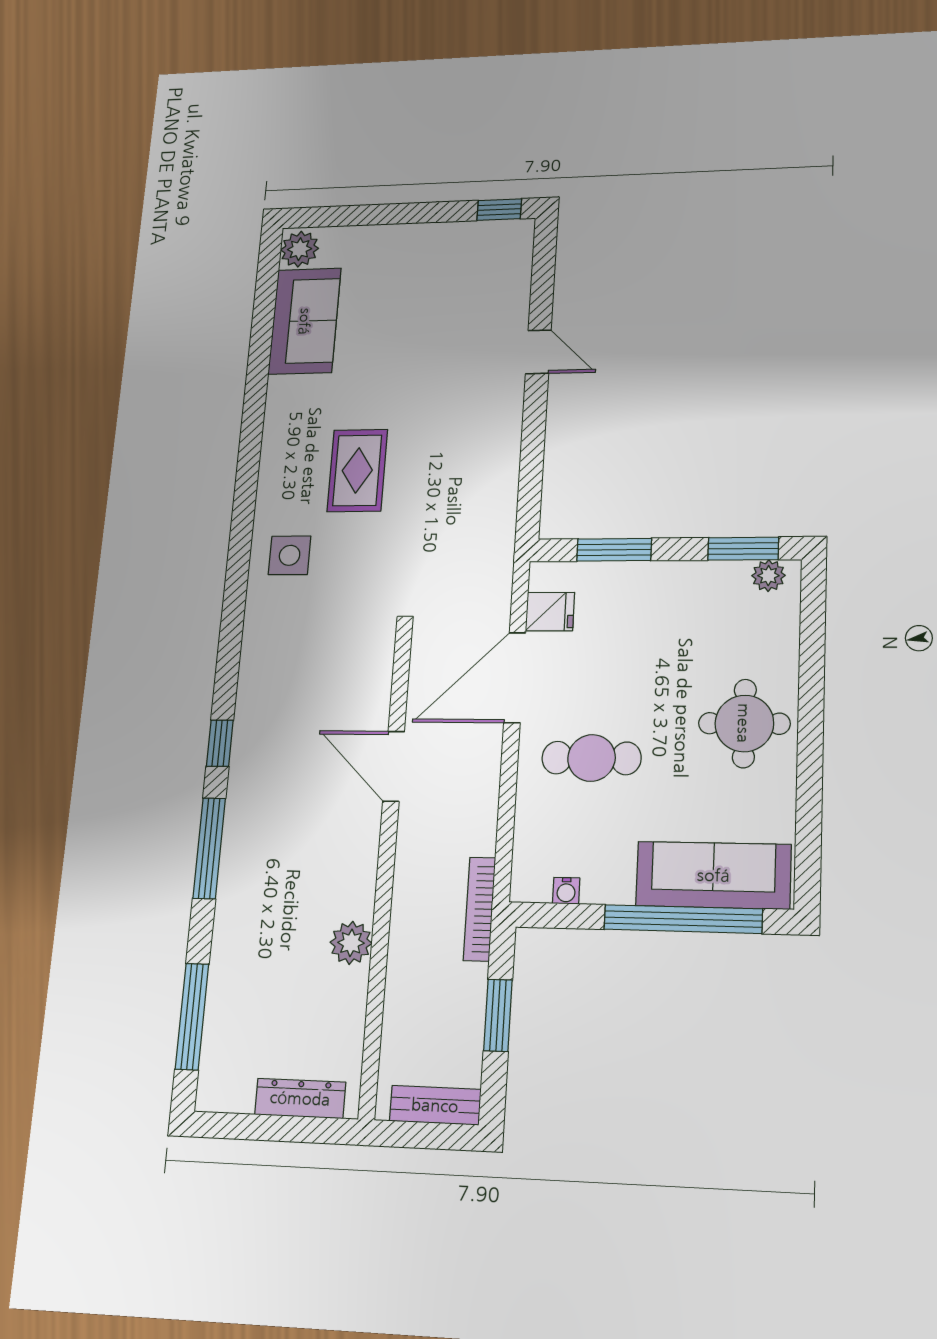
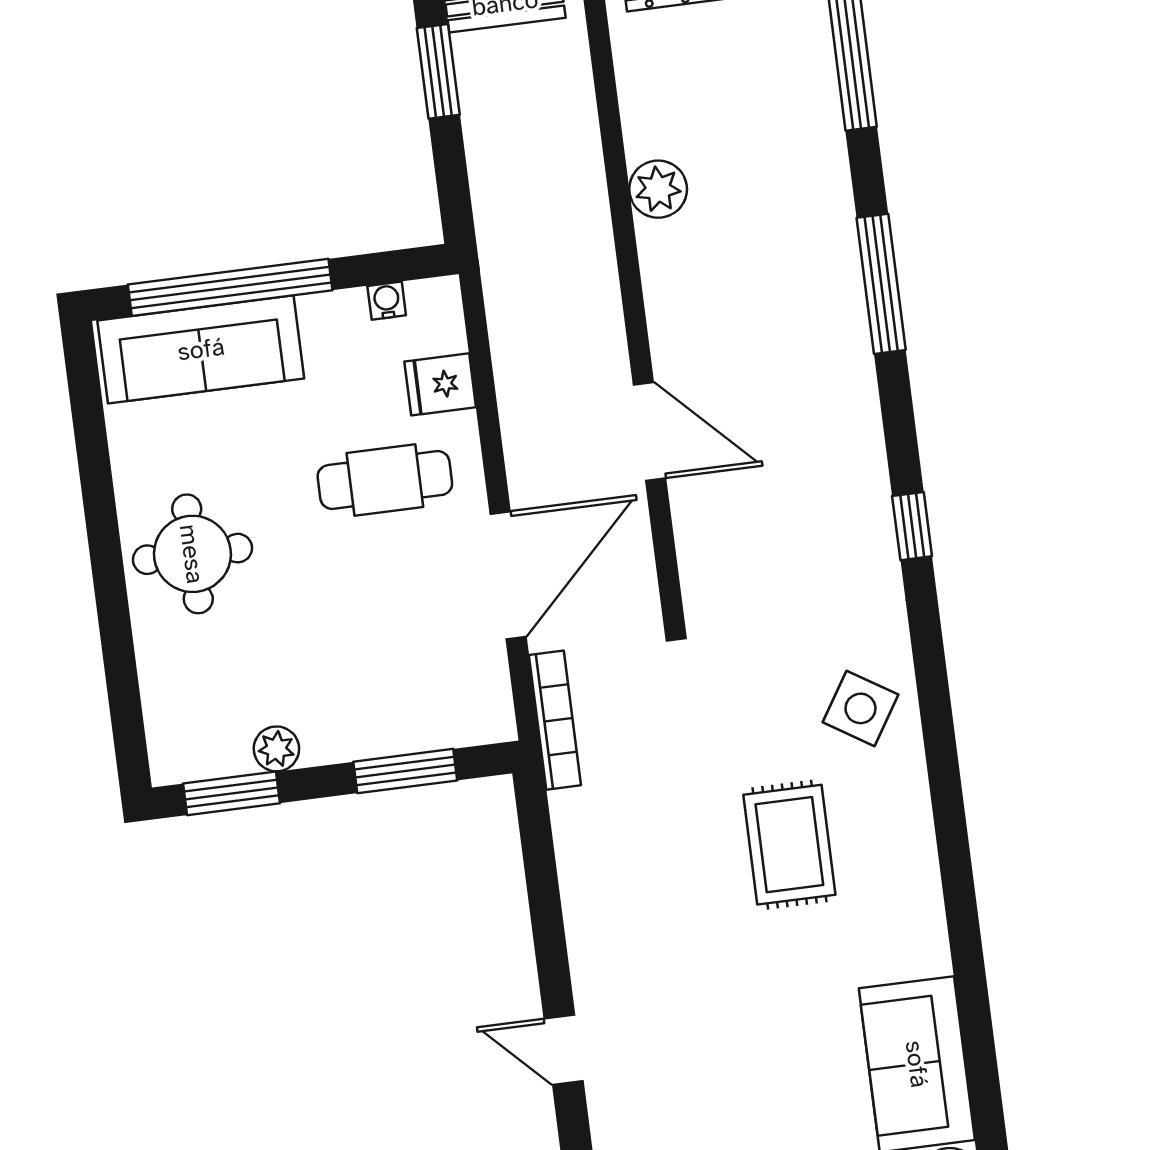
side table: (290, 555) -> (860, 708), turned 32
plant: (768, 576) -> (276, 749), moved
fridge: (550, 612) -> (440, 384), moved
window: (220, 743) -> (912, 526), moved
bookcase: (479, 909) -> (555, 720), moved
window: (498, 1015) -> (438, 71), moved

